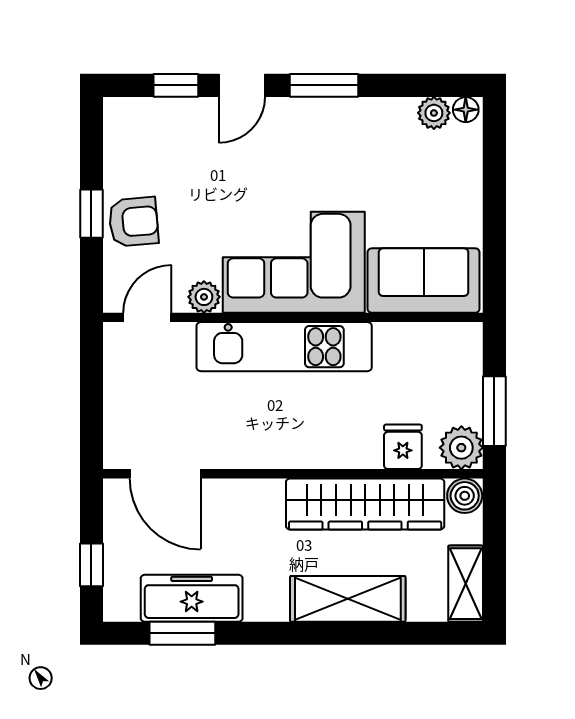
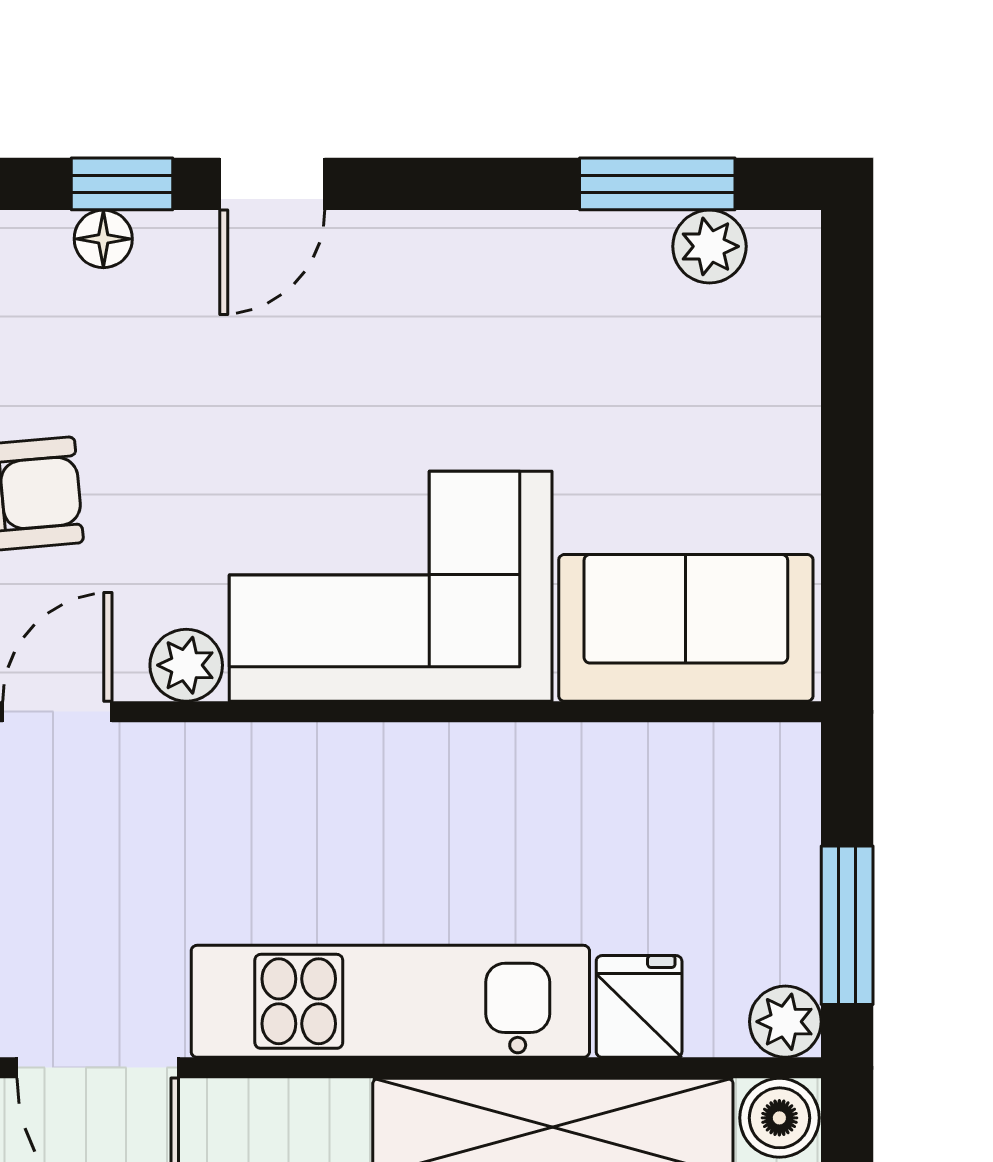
window: (324, 85) -> (657, 184), moved
floor lamp: (466, 110) -> (103, 239), moved
kitchen unit: (284, 347) -> (390, 1001), moved, turned 180
plant: (461, 448) -> (785, 1022), width x0.73, depth x0.73

